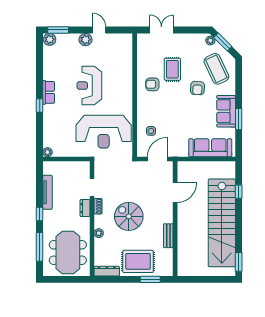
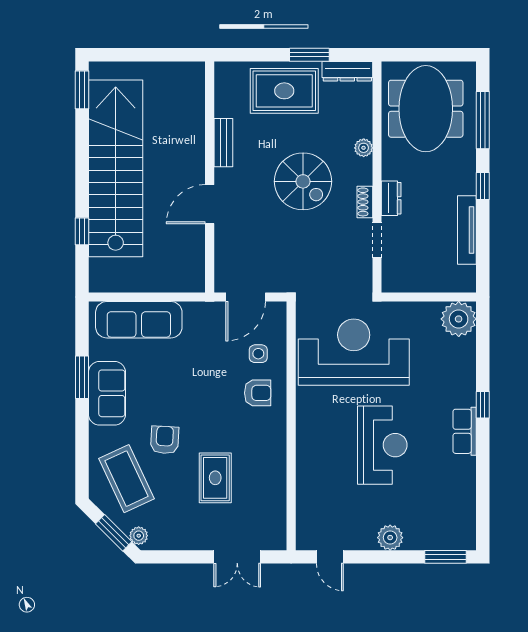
door: (99, 30) -> (330, 557), moved
plant: (50, 39) -> (462, 538), removed
armchair: (152, 84) -> (258, 393), moved
plant: (47, 152) -> (459, 319), width x1.88, depth x1.88
door: (175, 193) -> (210, 204), moved
window: (150, 279) -> (309, 55), moved

